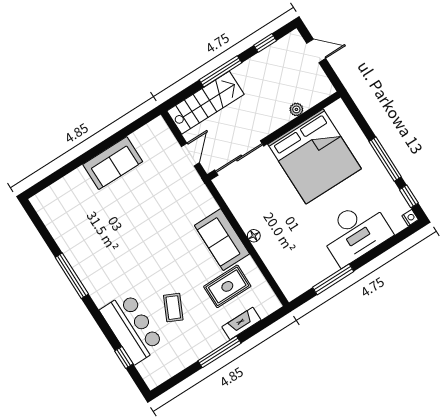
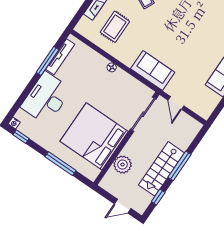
stairs: (206, 103) -> (162, 169), moved
plant: (296, 109) -> (123, 165), width x1.88, depth x1.88
window: (385, 159) -> (60, 164), moved
sofa: (222, 240) -> (153, 70), moved
tv unit: (314, 278) -> (60, 57), added

